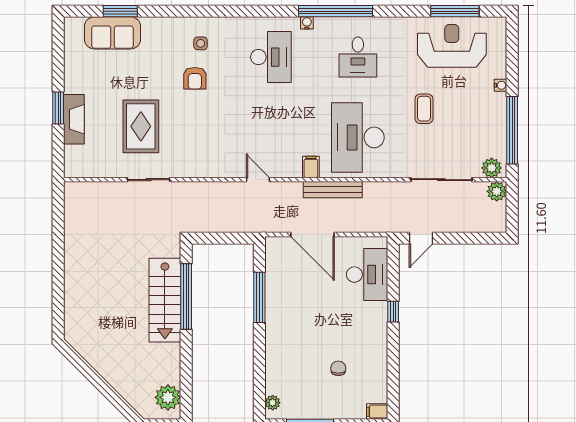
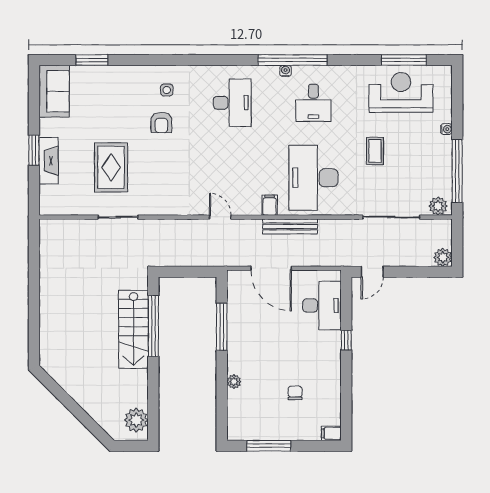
water cooler: (307, 23) -> (286, 71), moved
sofa: (112, 33) -> (54, 91), moved, turned -90
plant: (497, 191) -> (443, 257), moved
plant: (273, 403) -> (234, 382), moved

